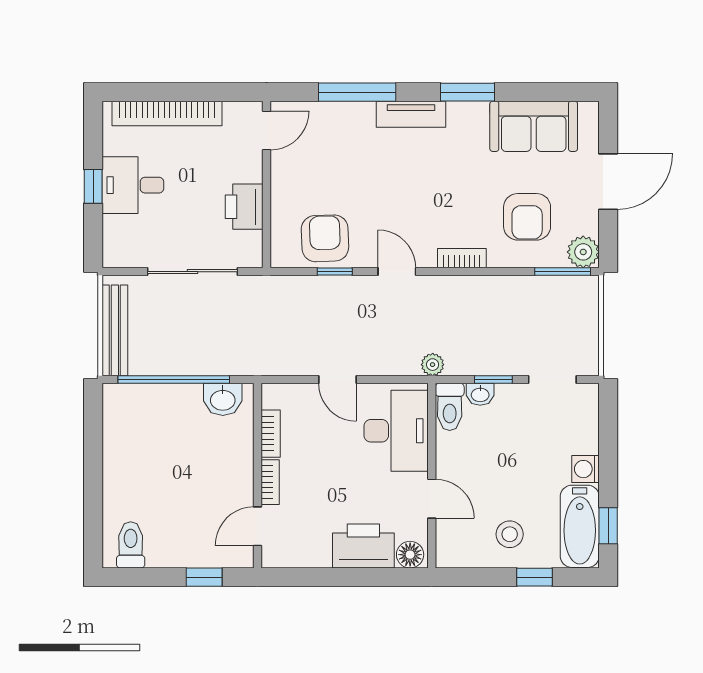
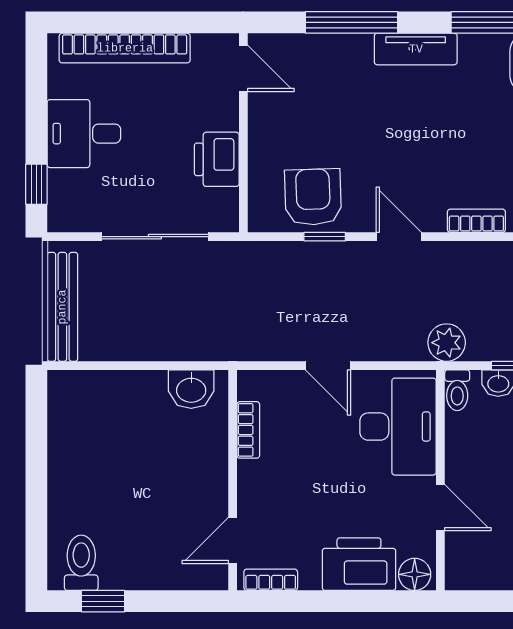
door: (267, 131) -> (243, 68), hinge flipped
window: (93, 186) -> (36, 184), moved
plant: (433, 365) -> (447, 343), width x1.38, depth x1.38
window: (174, 380) -> (133, 366), removed
toilet: (450, 407) -> (457, 390), width x0.73, depth x0.72
bookcase: (270, 482) -> (271, 580), moved, turned -90
window: (204, 577) -> (103, 601), moved

